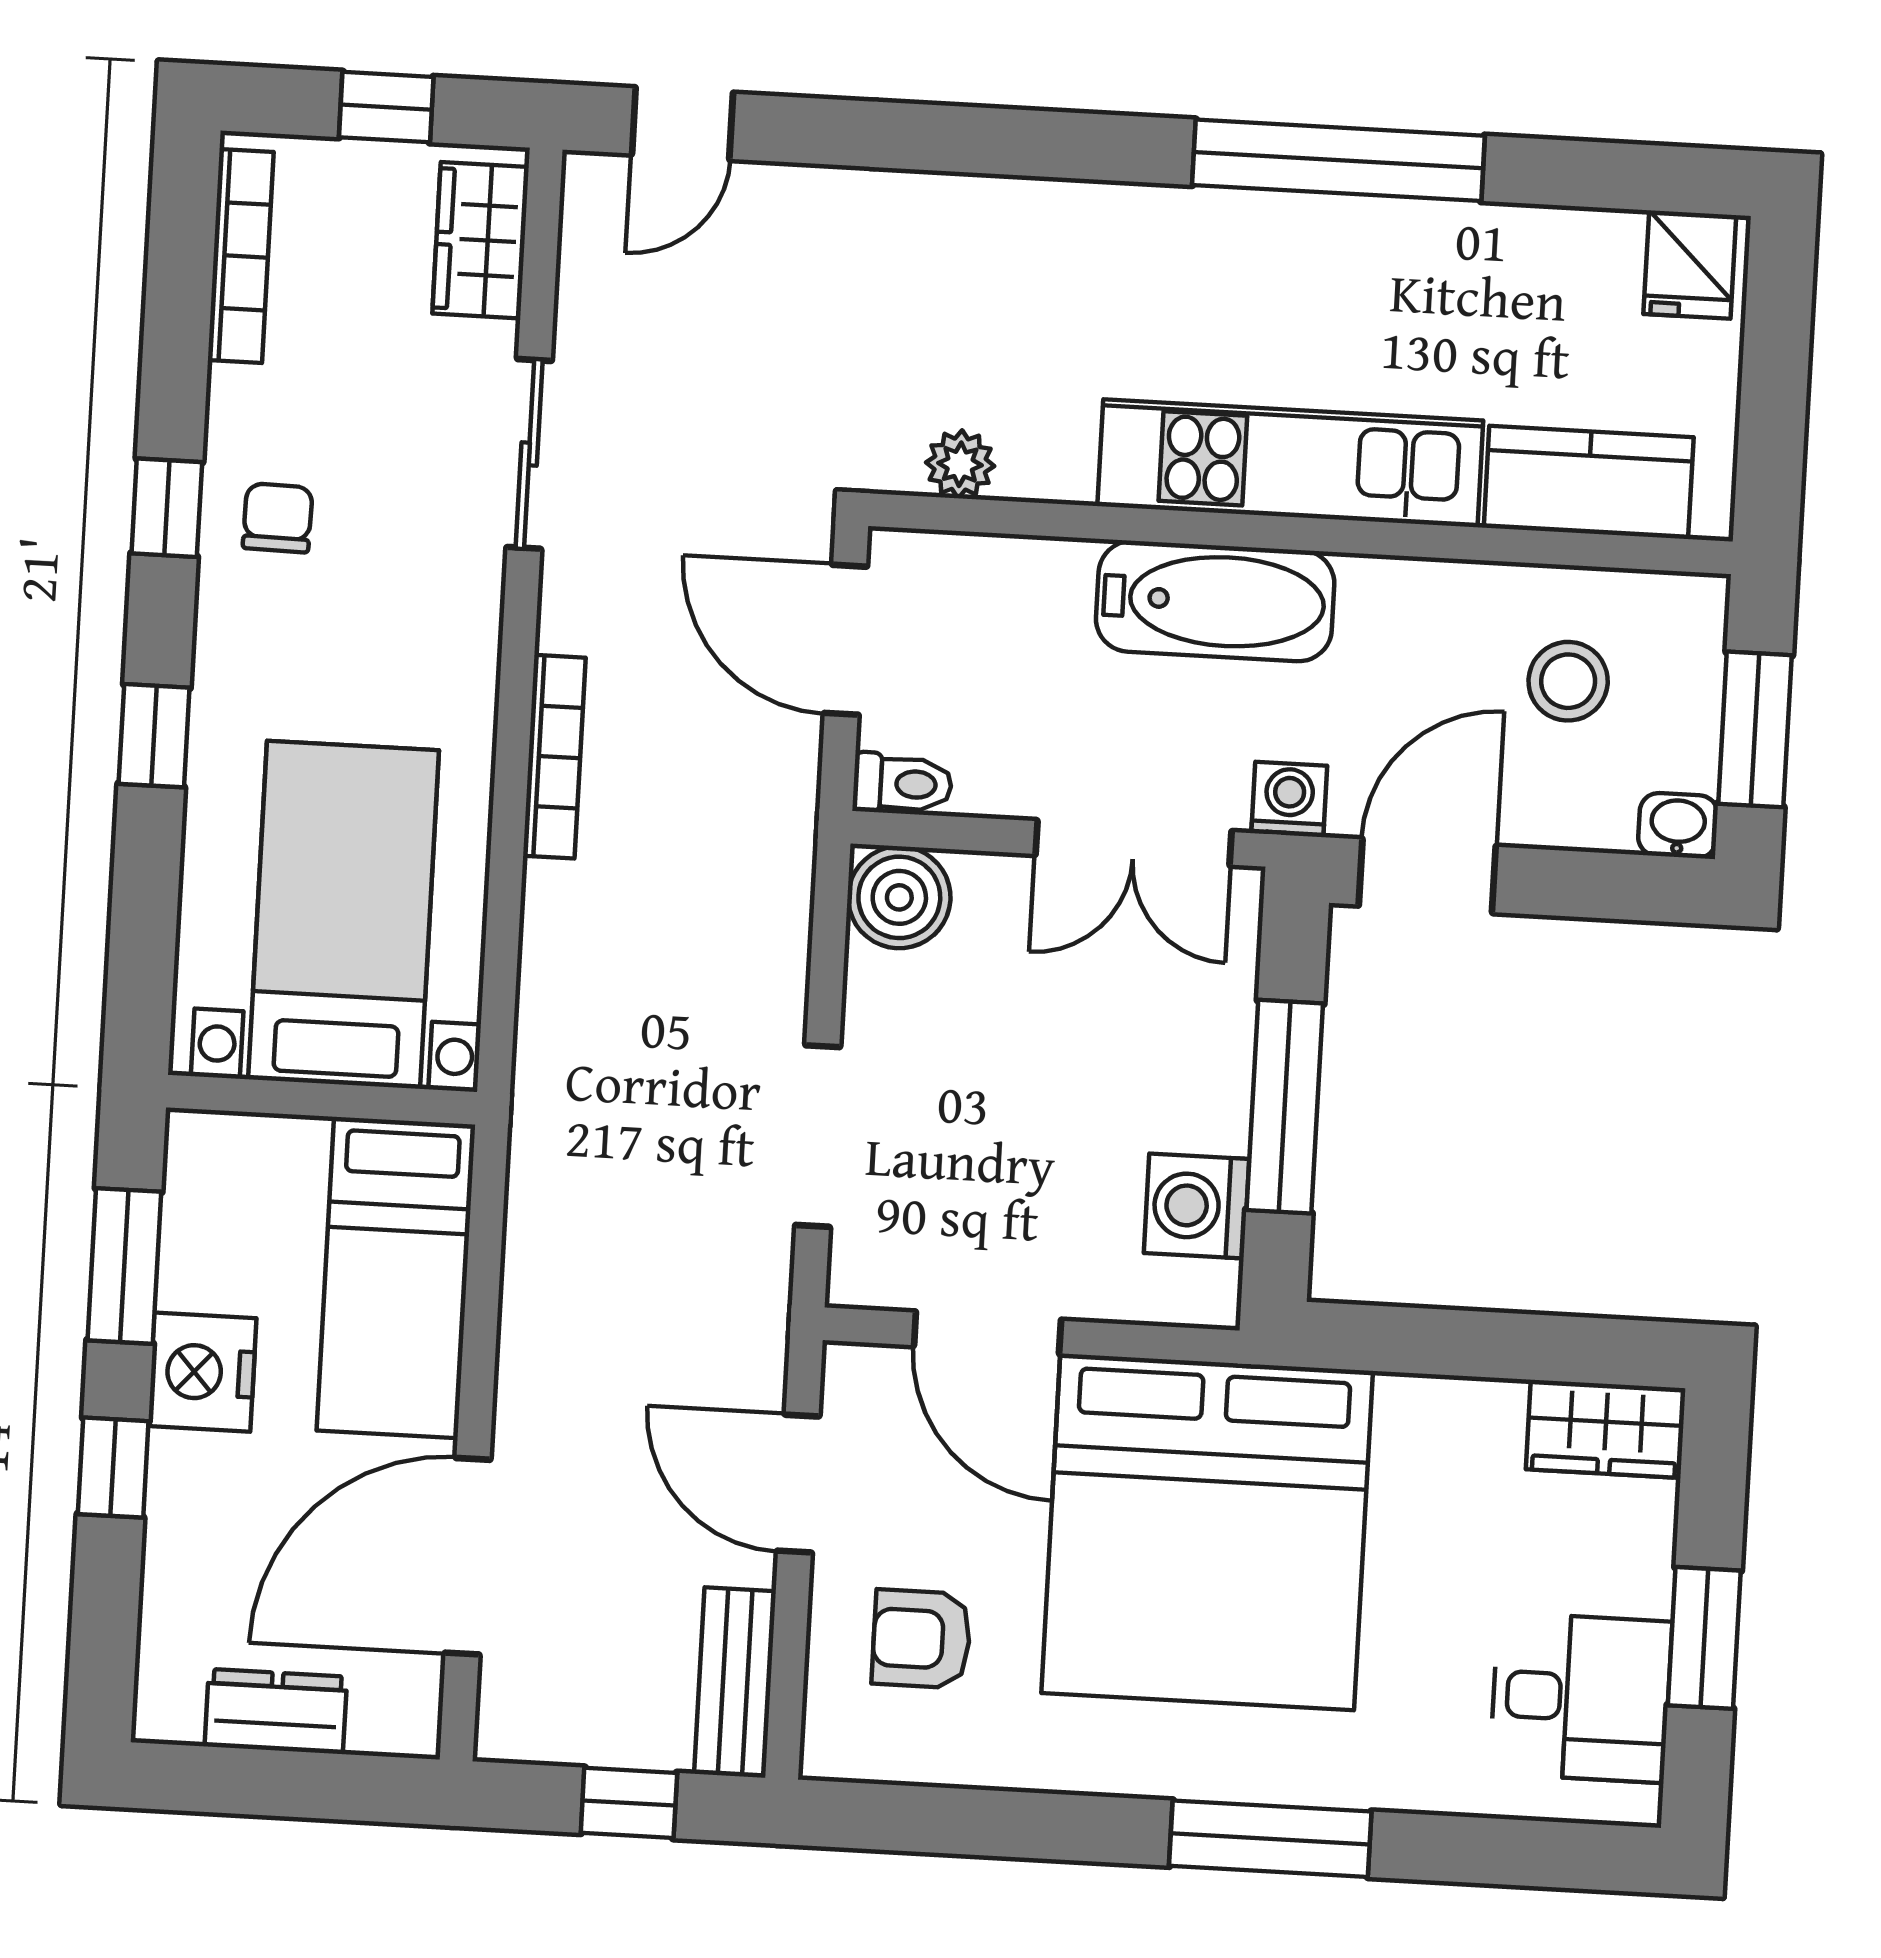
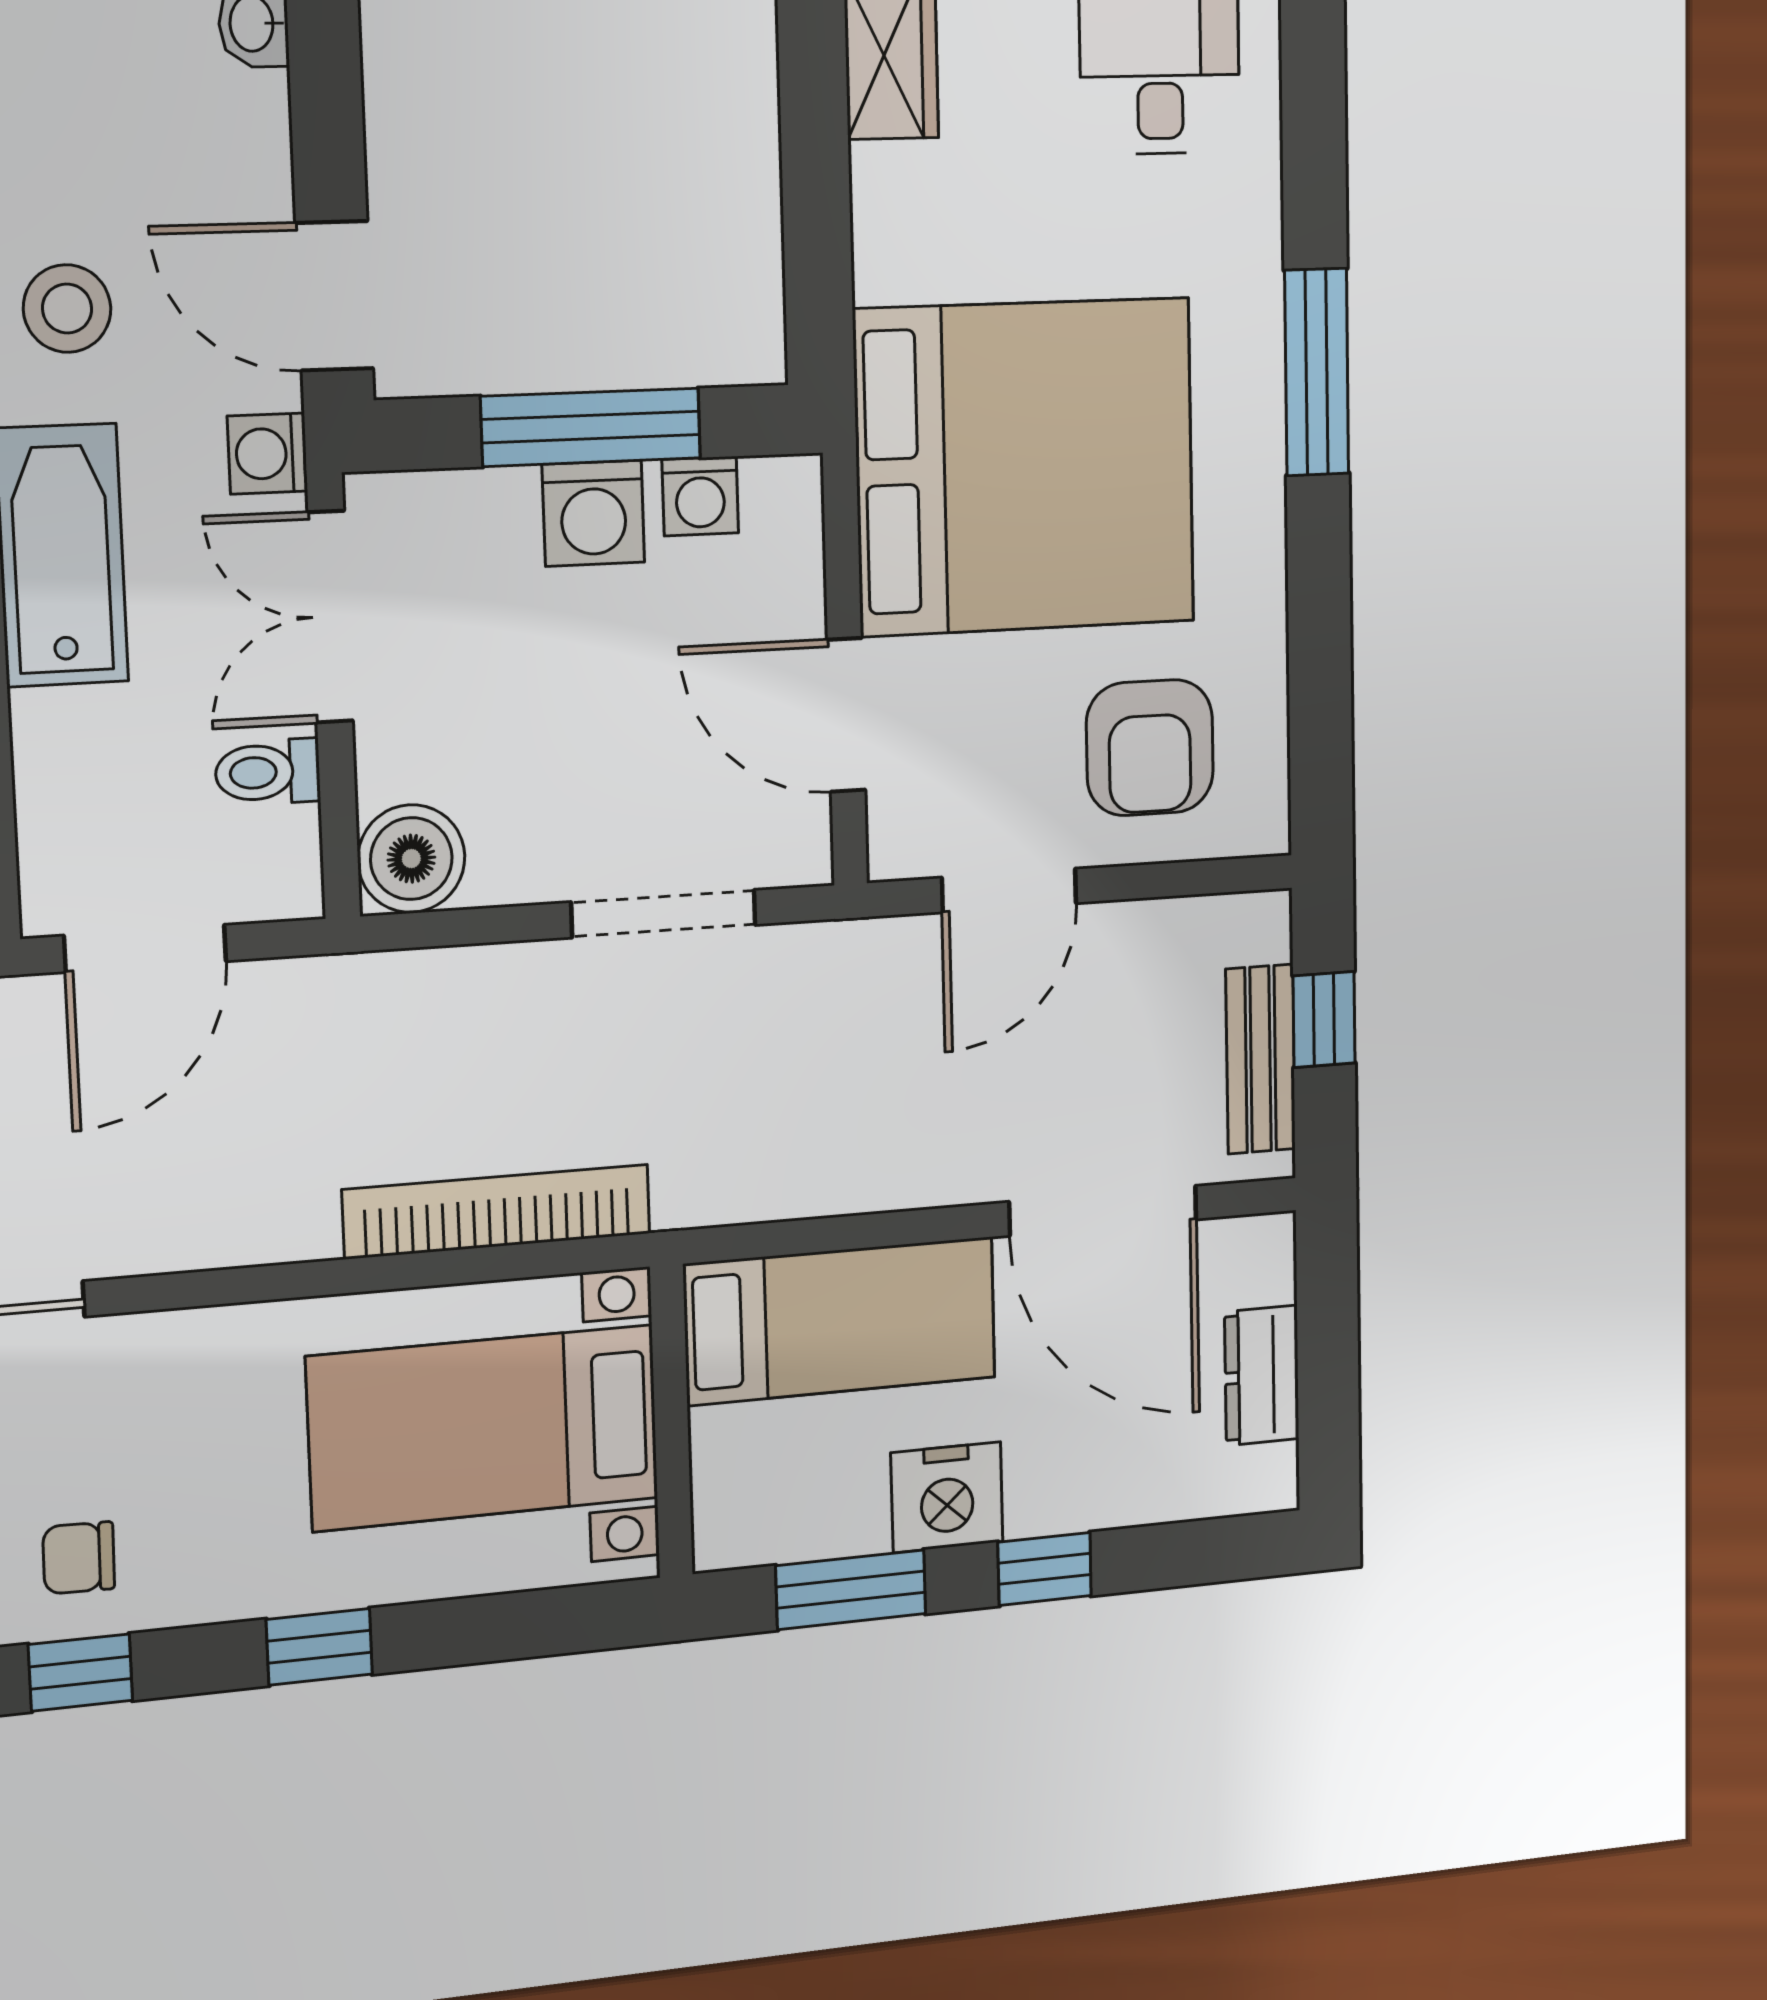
stool: (1568, 681) -> (67, 308), moved
bookcase: (554, 757) -> (497, 1212), moved, width x1.48, depth x1.31
toilet: (902, 784) -> (268, 772), moved, turned -90
double door: (1134, 843) -> (330, 617), swing flipped
washing machine: (1204, 1102) -> (593, 513), added
washing machine: (1197, 1206) -> (700, 496), width x0.73, depth x0.73
door: (987, 1333) -> (846, 715), swing flipped
armchair: (921, 1639) -> (1150, 748), width x1.38, depth x1.38
bench: (735, 1683) -> (1261, 1059), moved, turned 90

